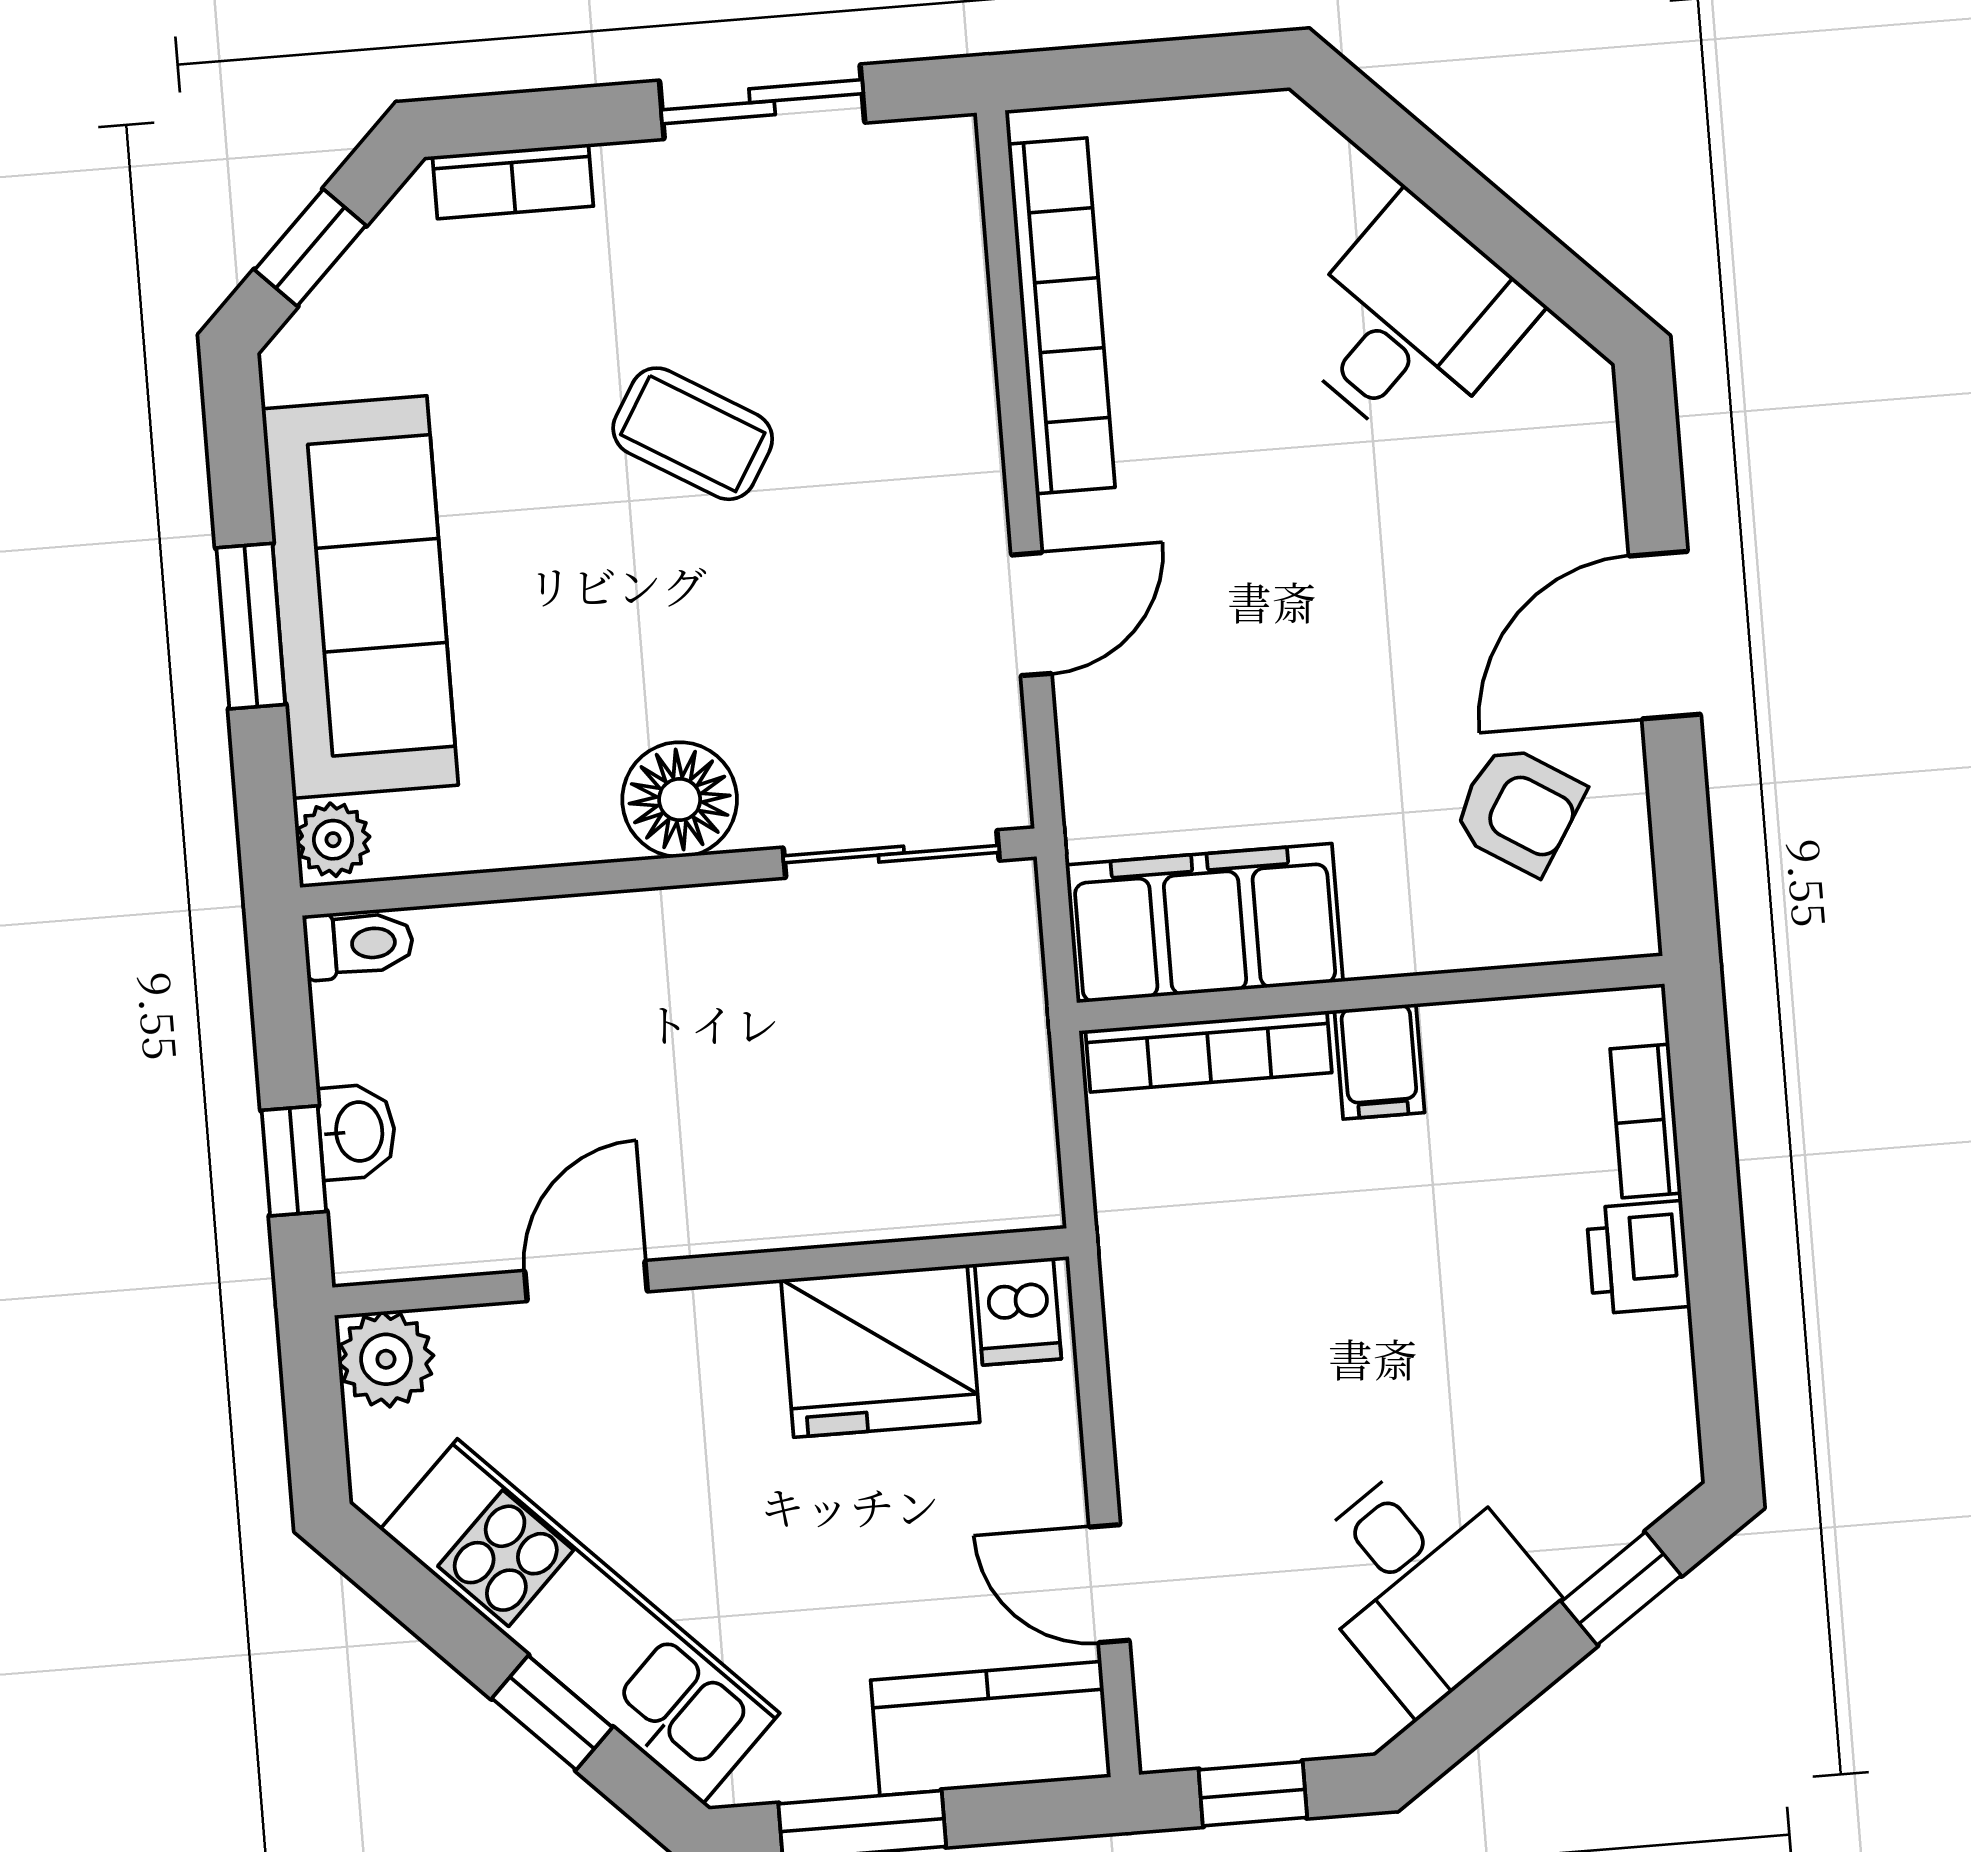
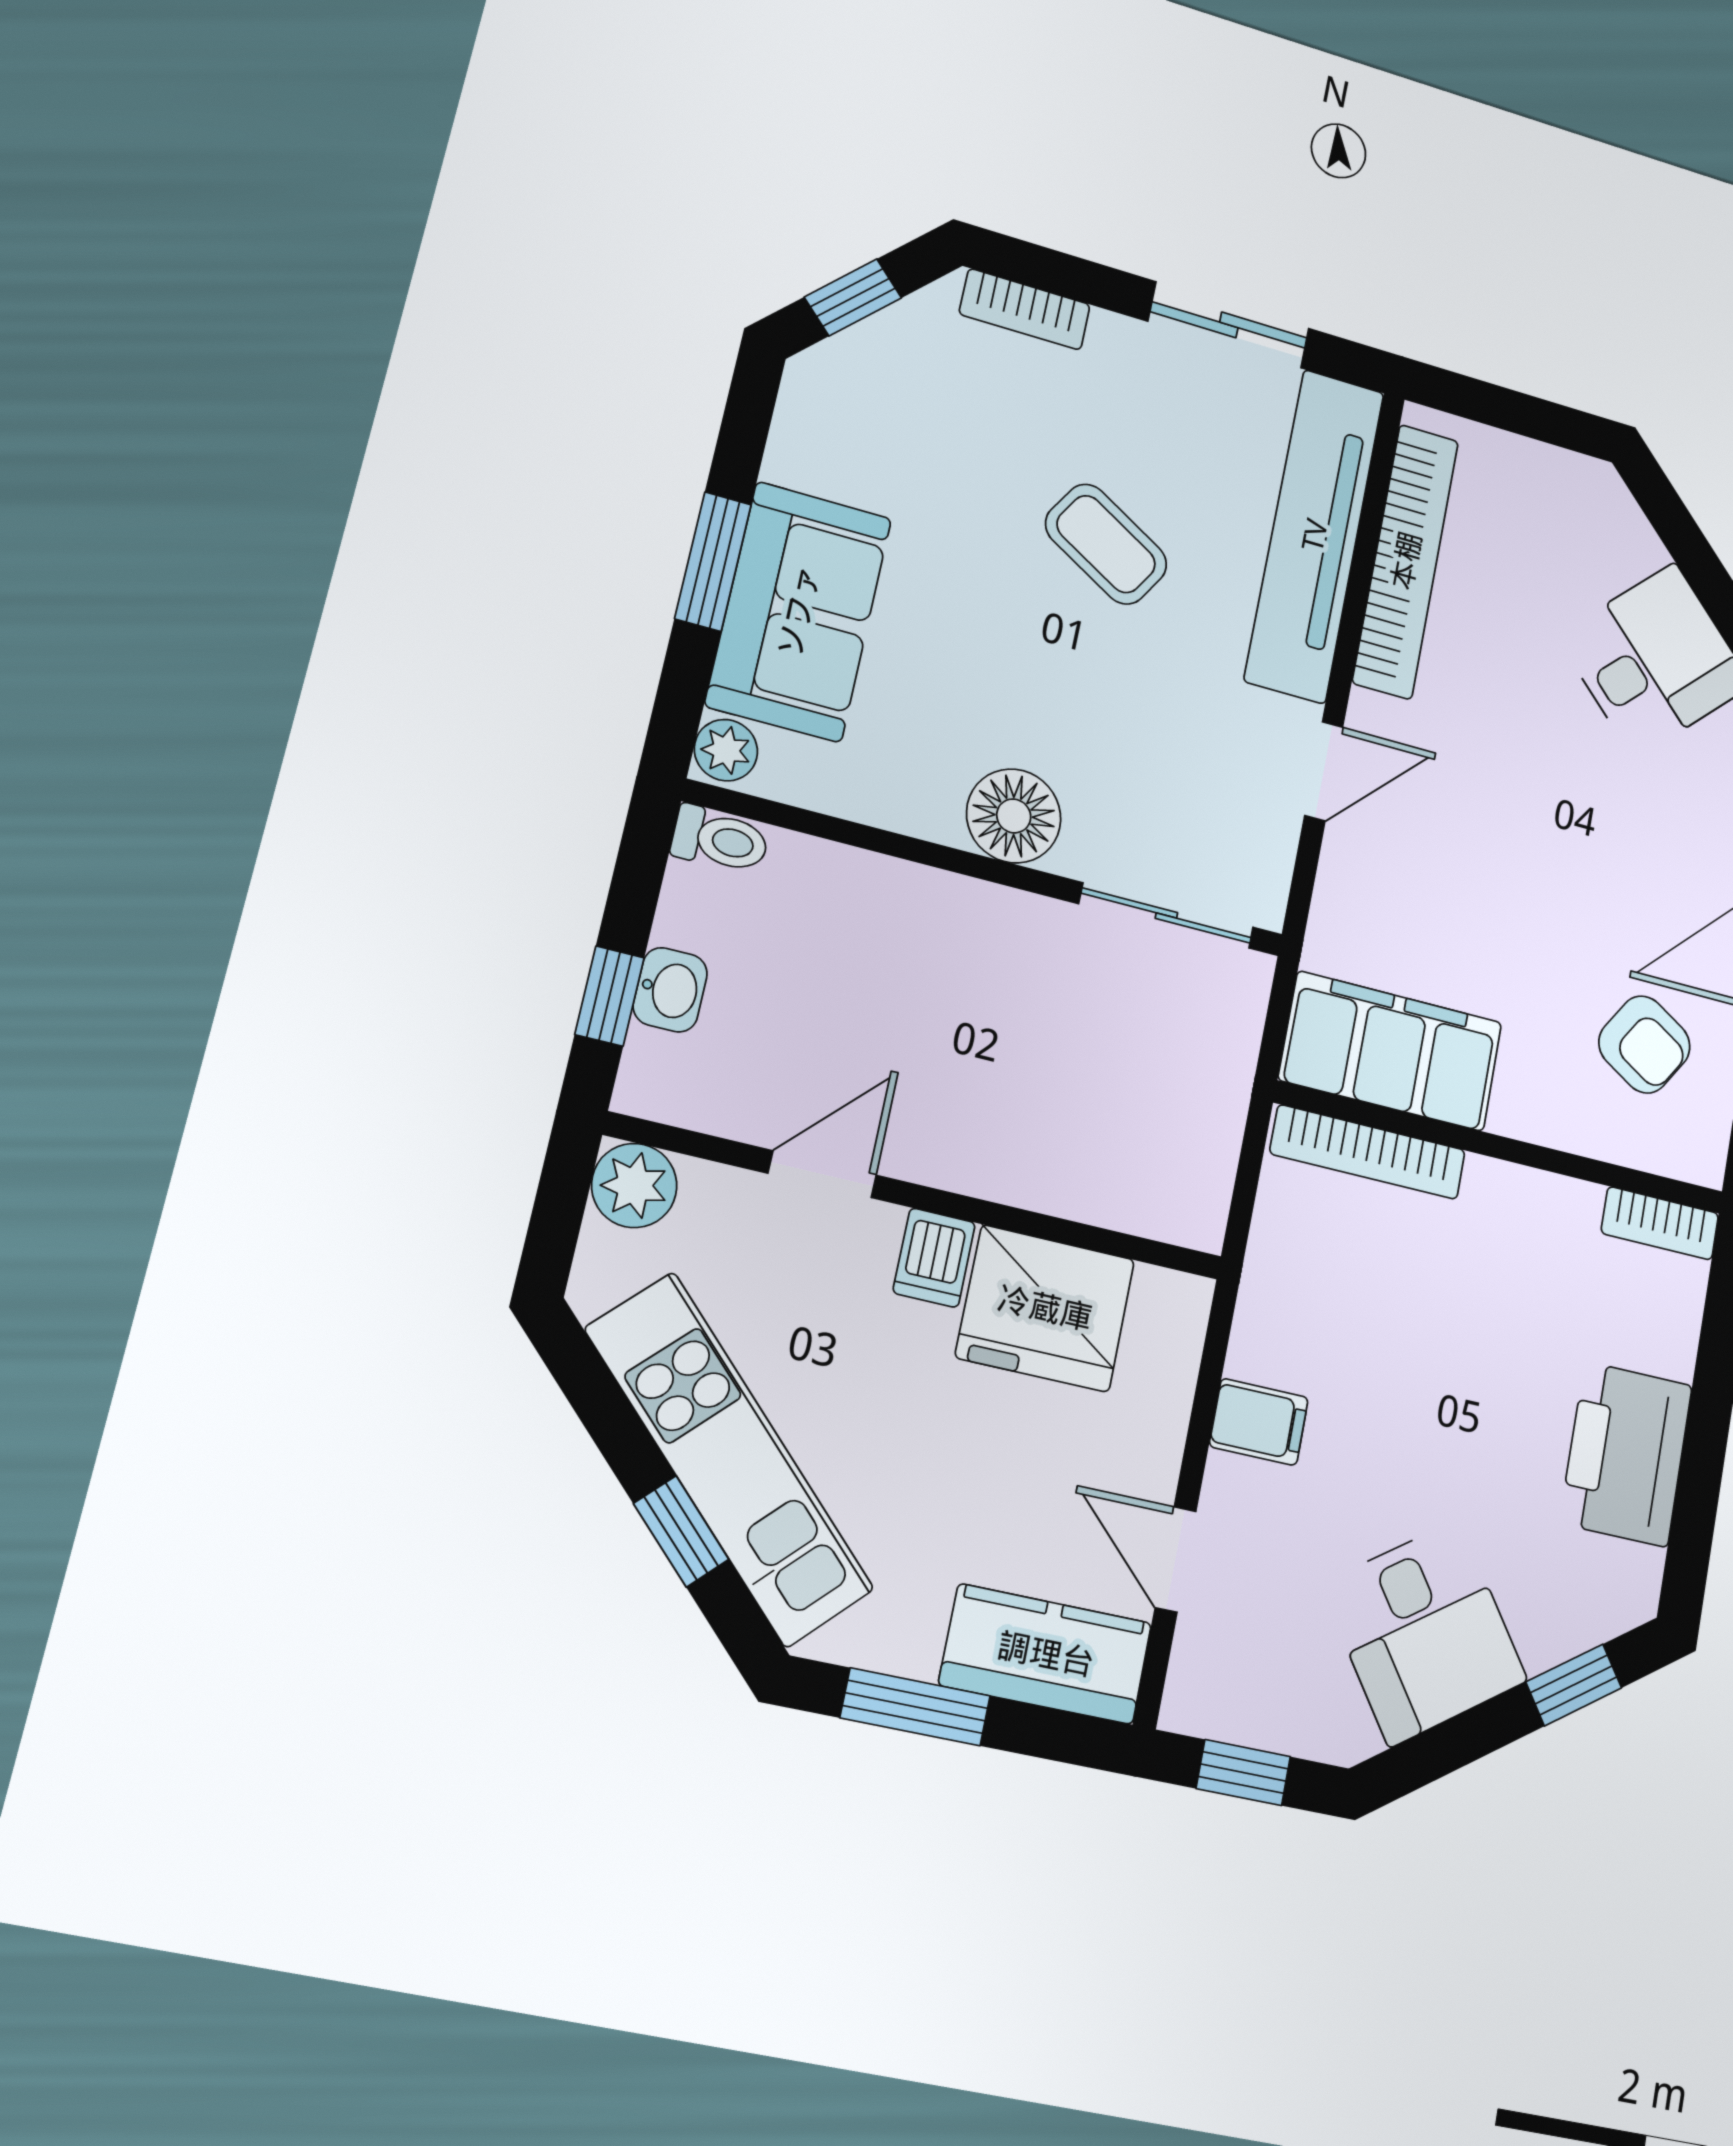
tv unit: (940, 327) -> (1315, 535), added
sofa: (360, 597) -> (799, 611), width x0.73
filing cabinet: (1379, 1061) -> (1259, 1422), moved, turned -90
bookcase: (1646, 1121) -> (1660, 1223), moved, turned -90
printer: (1638, 1257) -> (1626, 1454), width x1.87, depth x1.48
dishwasher: (1018, 1311) -> (934, 1258), moved

